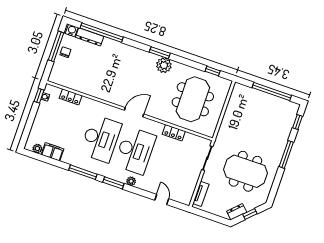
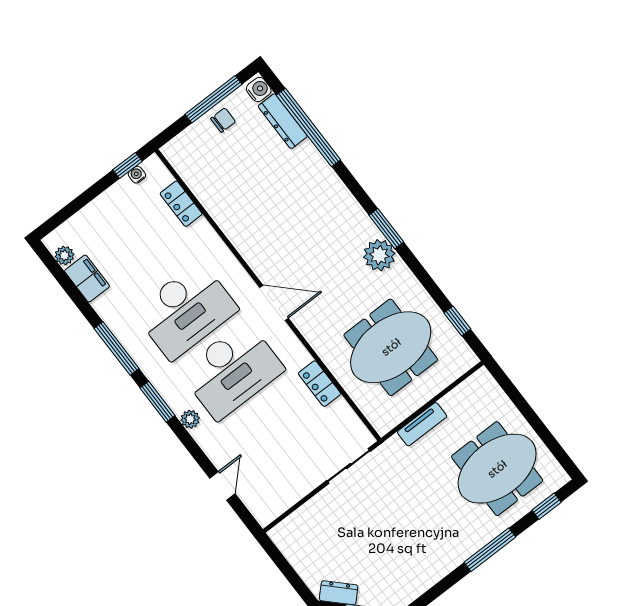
window: (272, 92) -> (537, 424), removed
meeting table: (245, 171) -> (497, 469), moved, turned 90
tv unit: (201, 194) -> (422, 424), moved

